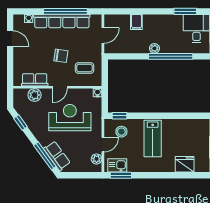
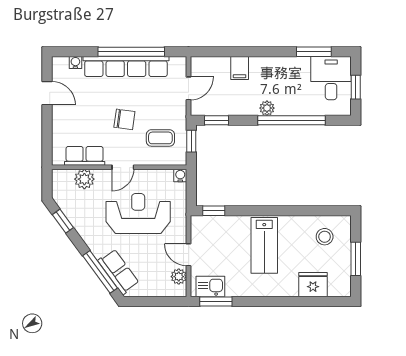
window: (121, 56) -> (216, 120), added
window: (105, 70) -> (191, 141), added
stool: (121, 132) -> (325, 237), moved
door: (103, 145) -> (189, 255), swing flipped

